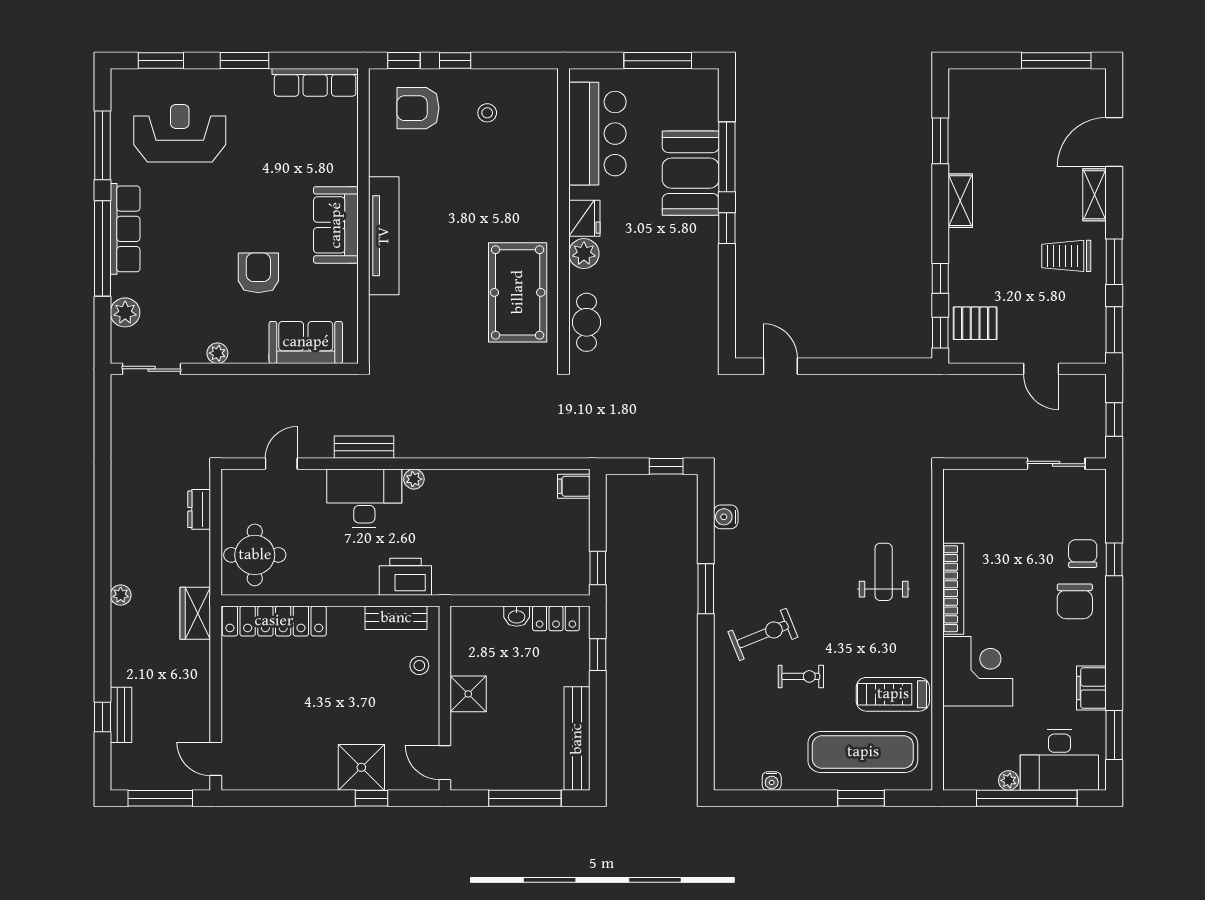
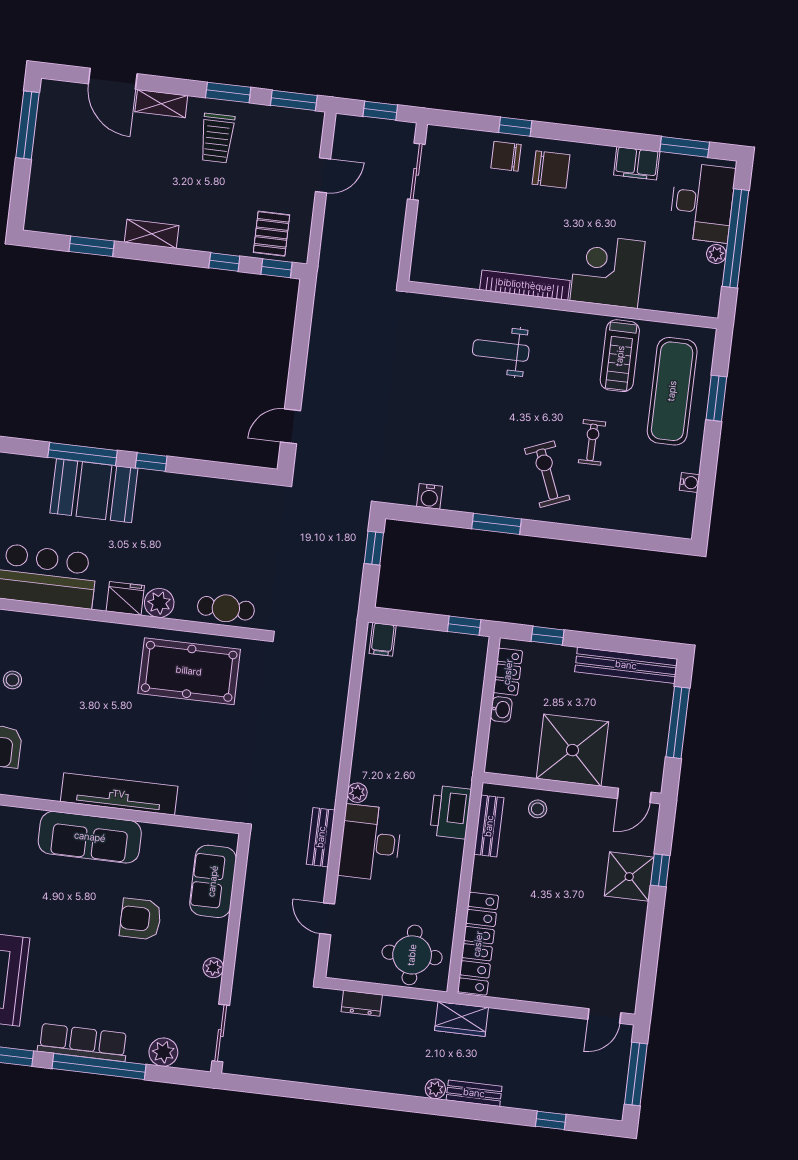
sofa: (336, 225) -> (90, 837), width x1.36
shower: (468, 694) -> (572, 750), width x1.86, depth x1.86
bench: (121, 715) -> (474, 1093), moved

